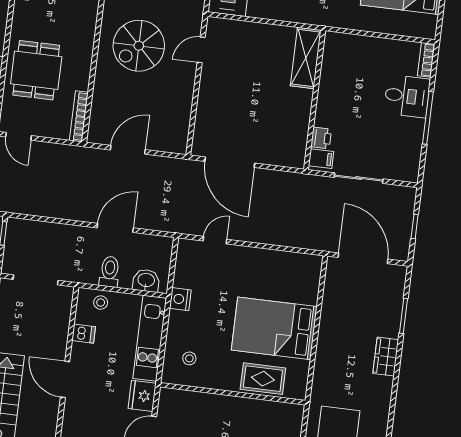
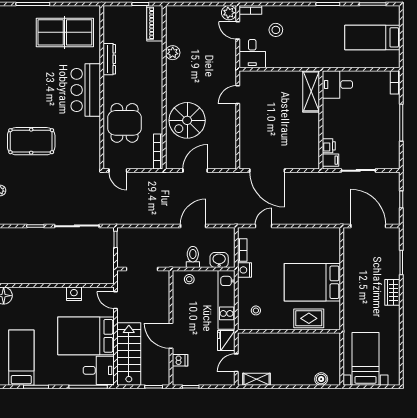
spiral stairs: (139, 46) -> (187, 120), moved
desk: (407, 96) -> (337, 84), moved, turned 180
bookcase: (181, 271) -> (242, 250), added
dishwasher: (84, 334) -> (180, 360), moved

